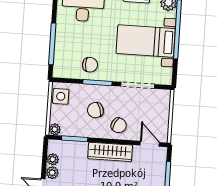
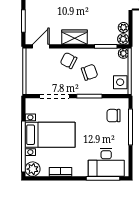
chair: (90, 65) -> (113, 116), moved
door: (150, 144) -> (41, 46), swing flipped
wardrobe: (110, 152) -> (74, 37), width x0.67
plant: (52, 173) -> (123, 39), moved

